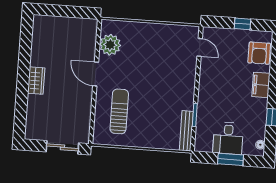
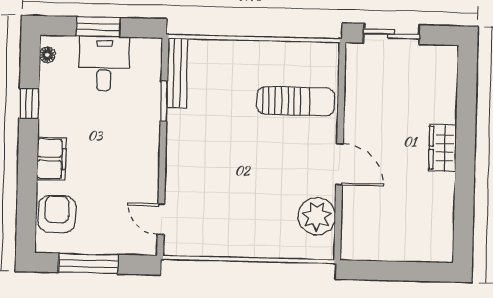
window: (242, 24) -> (88, 263), width x2.17
sun lounger: (119, 111) -> (296, 101), turned -90

